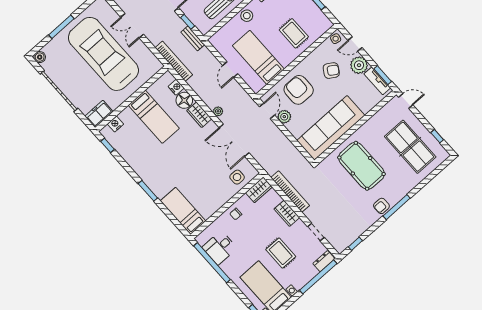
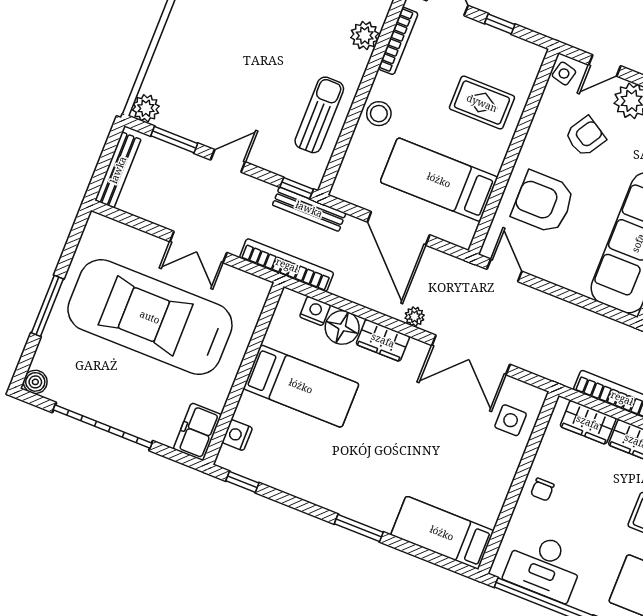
window: (188, 22) -> (297, 188), moved
double door: (132, 26) -> (198, 247), moved
bench: (193, 38) -> (309, 209), width x1.36
door: (230, 70) -> (398, 228), width x1.88
plant: (284, 117) -> (542, 265), removed
wardrobe: (259, 190) -> (588, 422), moved, turned 90
desk: (220, 248) -> (544, 566), width x1.37

